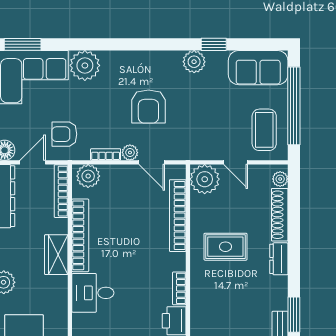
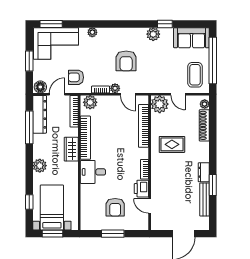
plant: (85, 65) -> (92, 32), width x0.53, depth x0.53
dresser: (279, 259) -> (204, 172), moved

